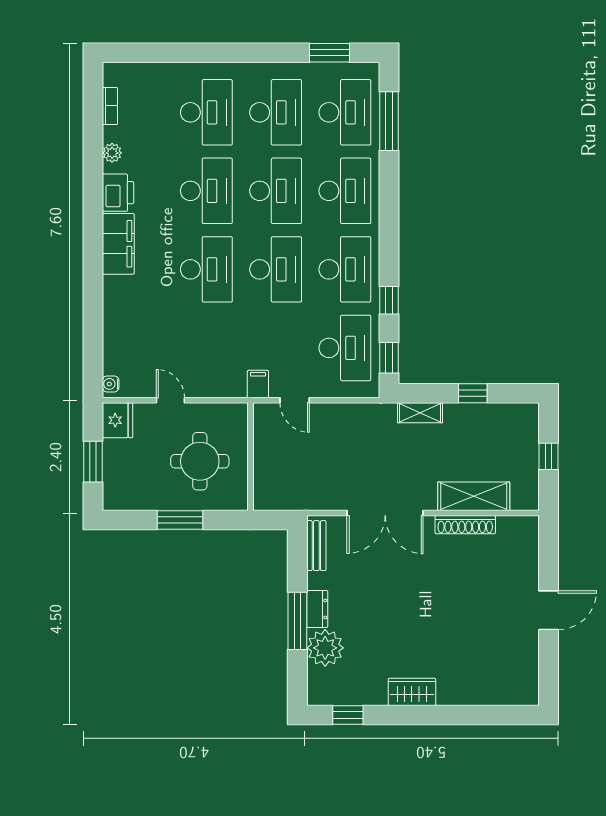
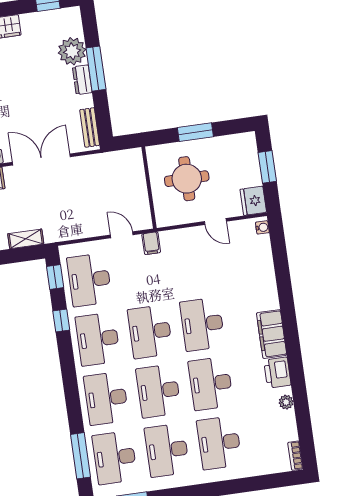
bookcase: (110, 106) -> (295, 456), moved

